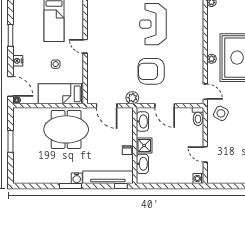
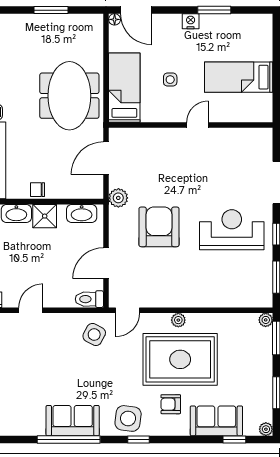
nightstand: (18, 61) -> (191, 21), moved
door: (10, 86) -> (136, 10), hinge flipped
door: (165, 106) -> (106, 263), moved

